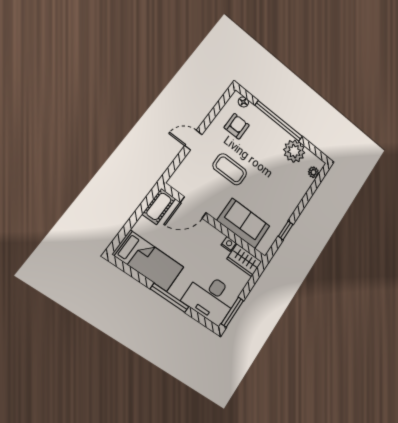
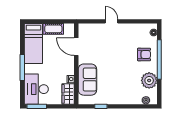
armchair: (237, 126) -> (144, 54), moved
coffee table: (230, 169) -> (111, 51), removed
cot: (159, 206) -> (53, 29), moved

